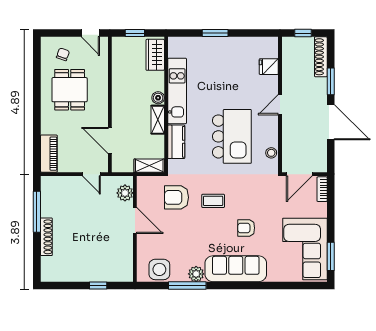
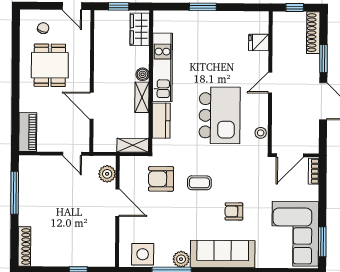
door: (110, 140) -> (92, 106), moved
shoe rack: (46, 237) -> (24, 246), moved

